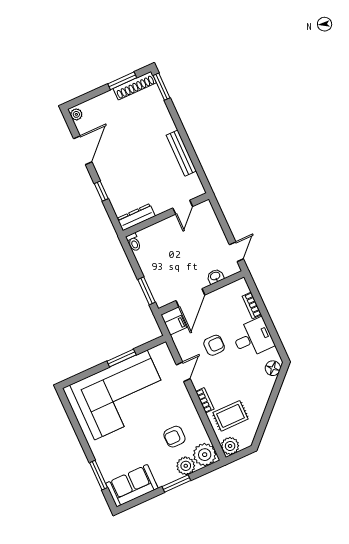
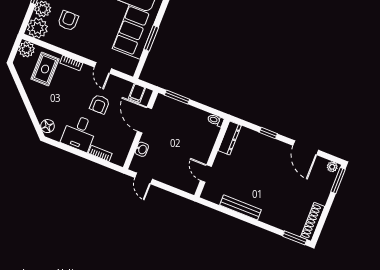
window: (122, 81) -> (338, 181), moved

